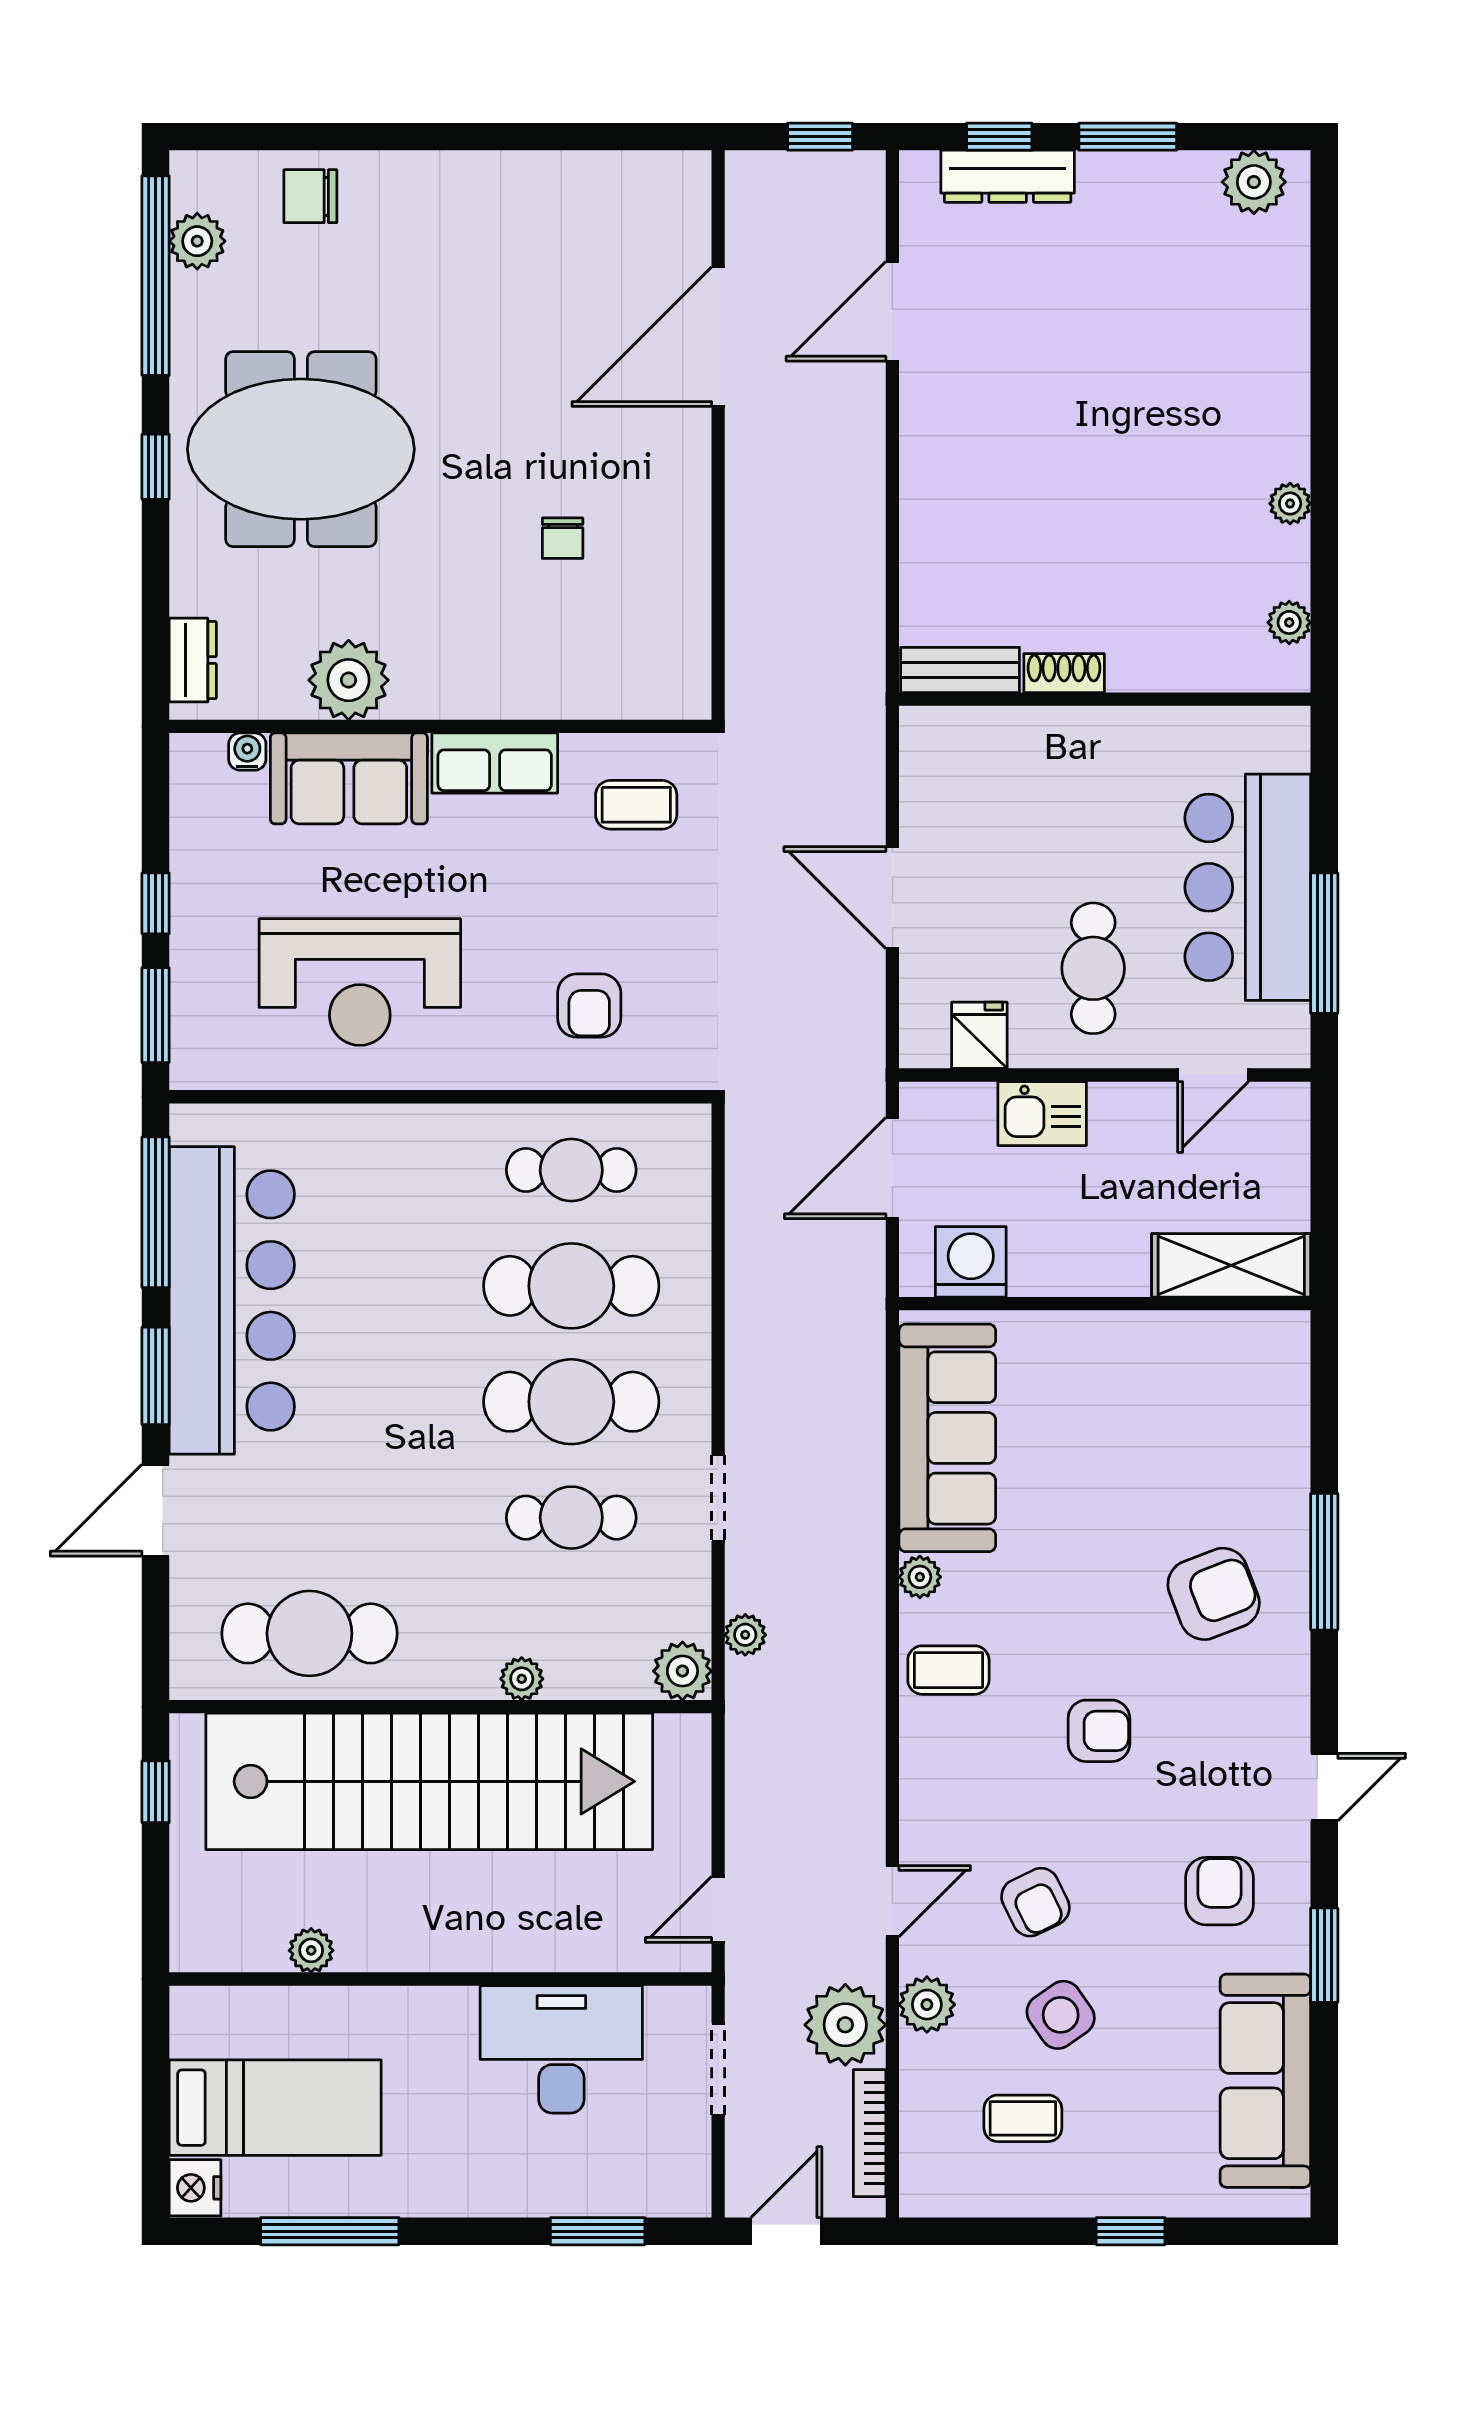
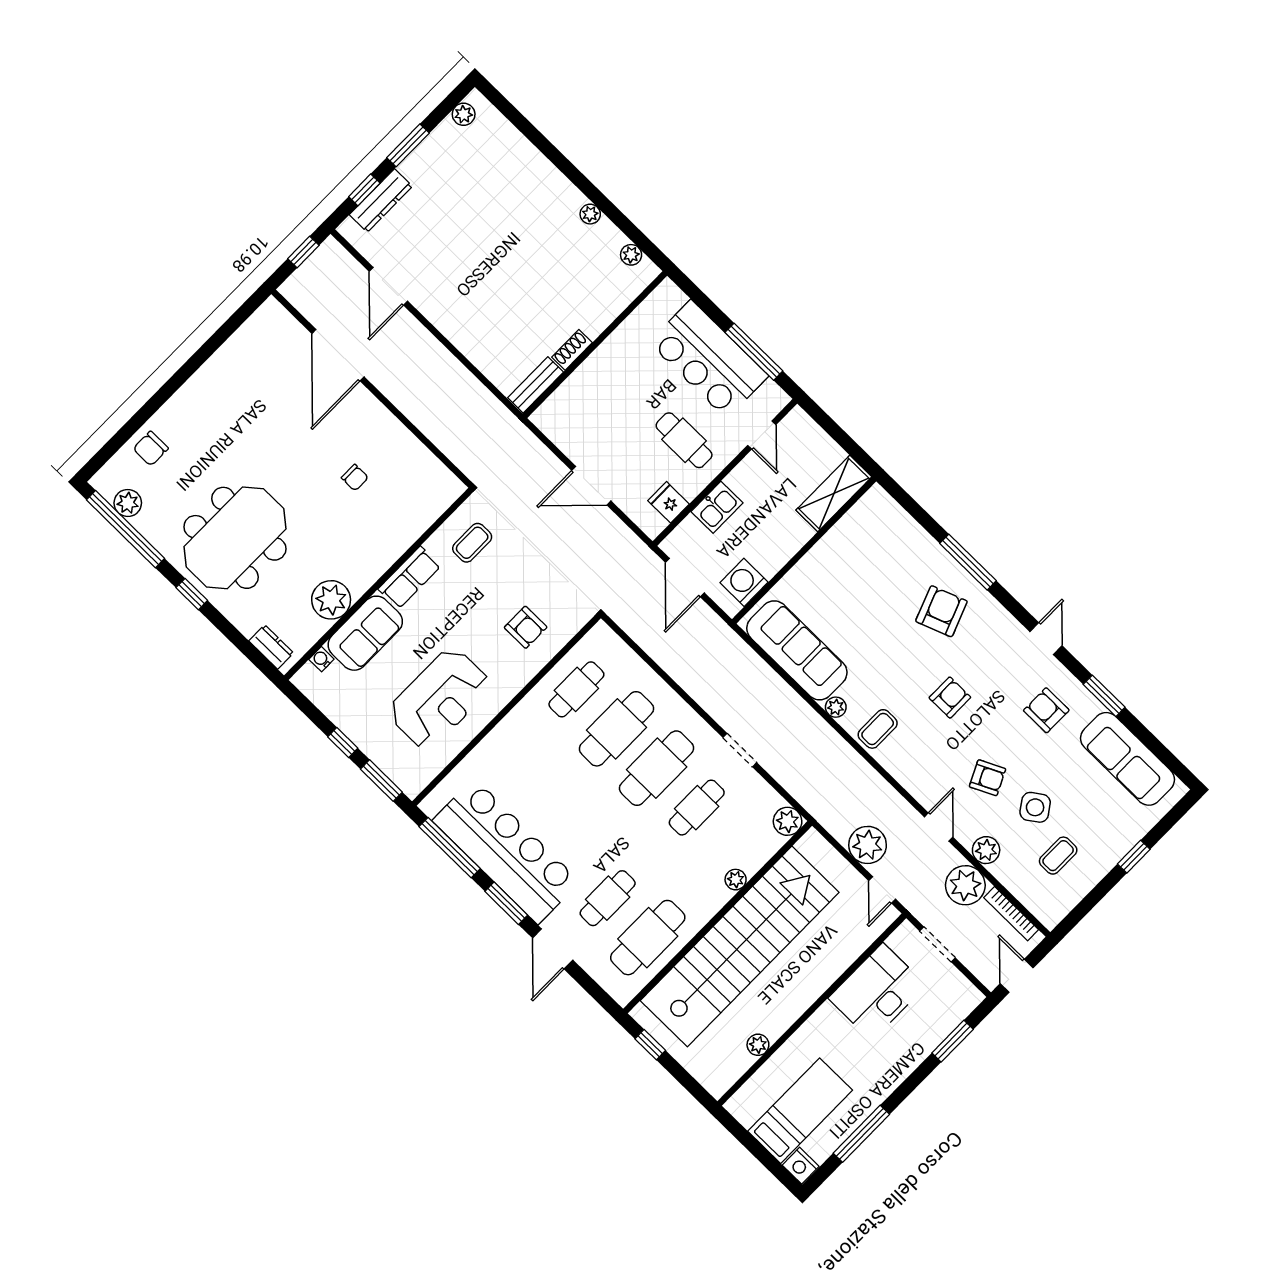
plant: (1254, 182) -> (464, 114), width x0.73, depth x0.73
cafe table: (309, 1518) -> (608, 898), added
plant: (745, 1635) -> (868, 845), moved, width x1.88, depth x1.88

